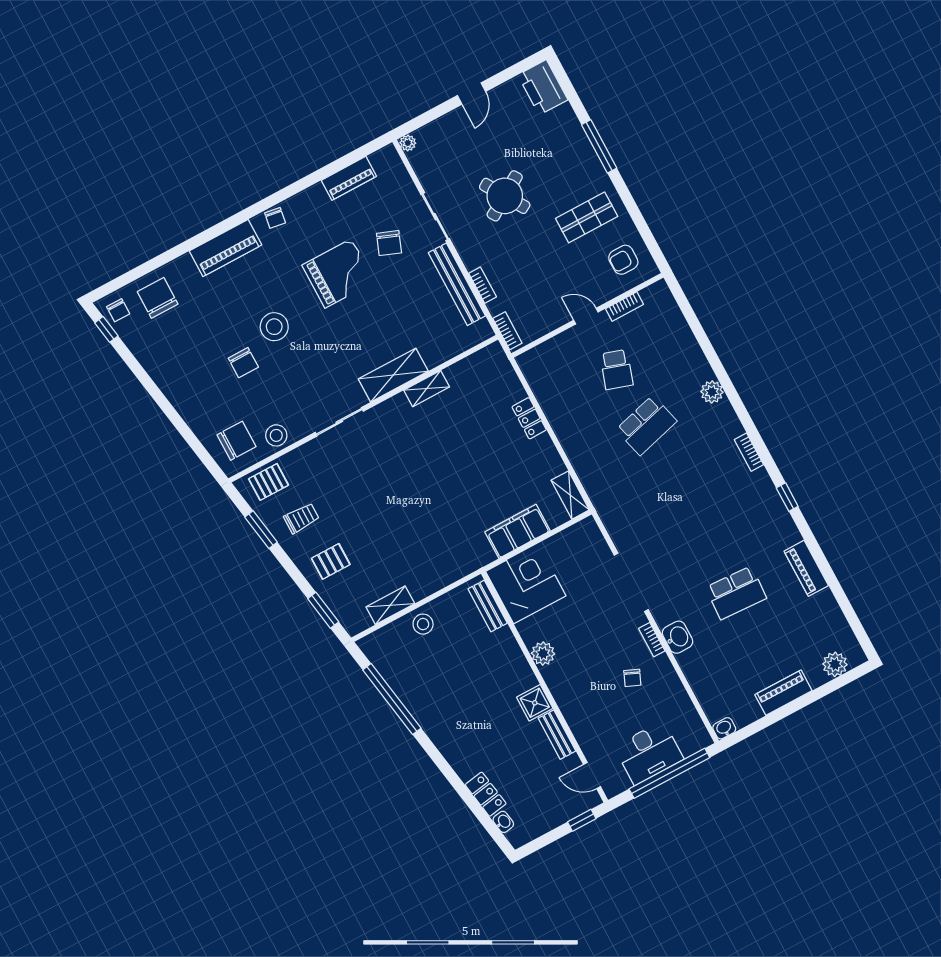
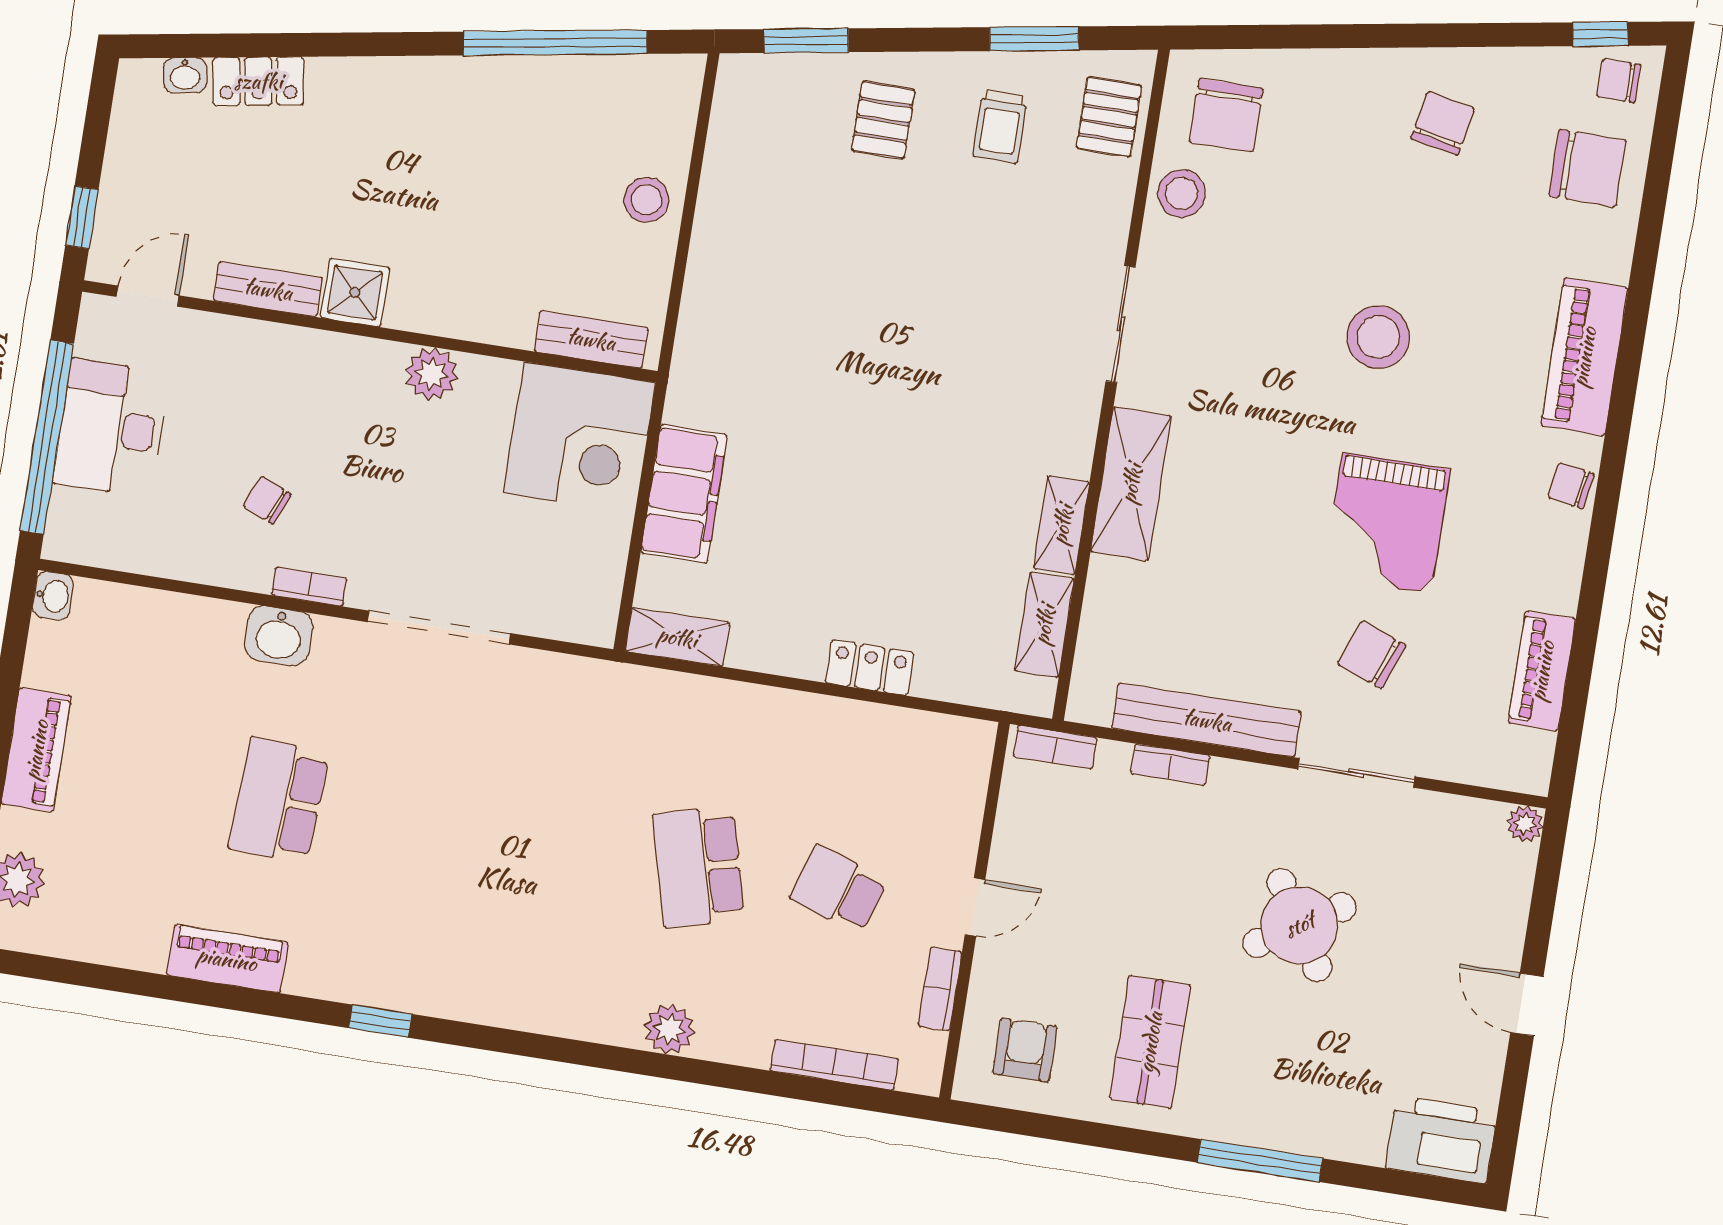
chair: (243, 363) -> (1443, 124), moved, turned 101
bookcase: (749, 452) -> (834, 1065), moved, width x1.56
shelving: (390, 605) -> (1044, 625), moved

